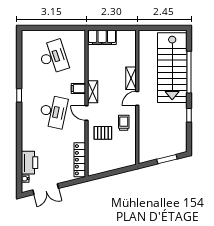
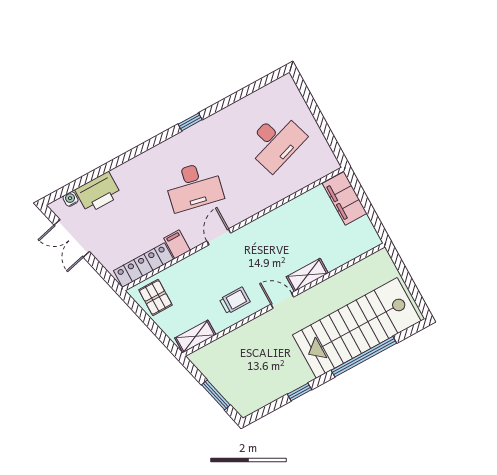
filing cabinet: (78, 88) -> (177, 244), moved
shelving: (93, 92) -> (195, 336), moved
pallet: (103, 133) -> (155, 297), moved

